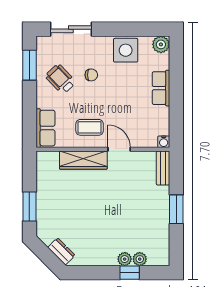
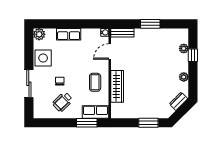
sliding door: (71, 29) -> (29, 84), moved
window: (29, 65) -> (87, 123), moved
door: (119, 149) -> (110, 52), moved
plant: (125, 259) -> (184, 77), moved

